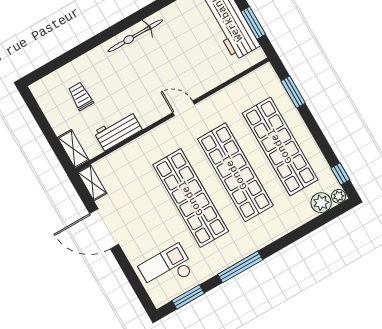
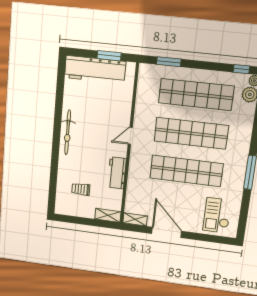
workbench: (118, 131) -> (117, 173), moved
door: (104, 229) -> (167, 232), swing flipped
window: (188, 297) -> (243, 215), removed

